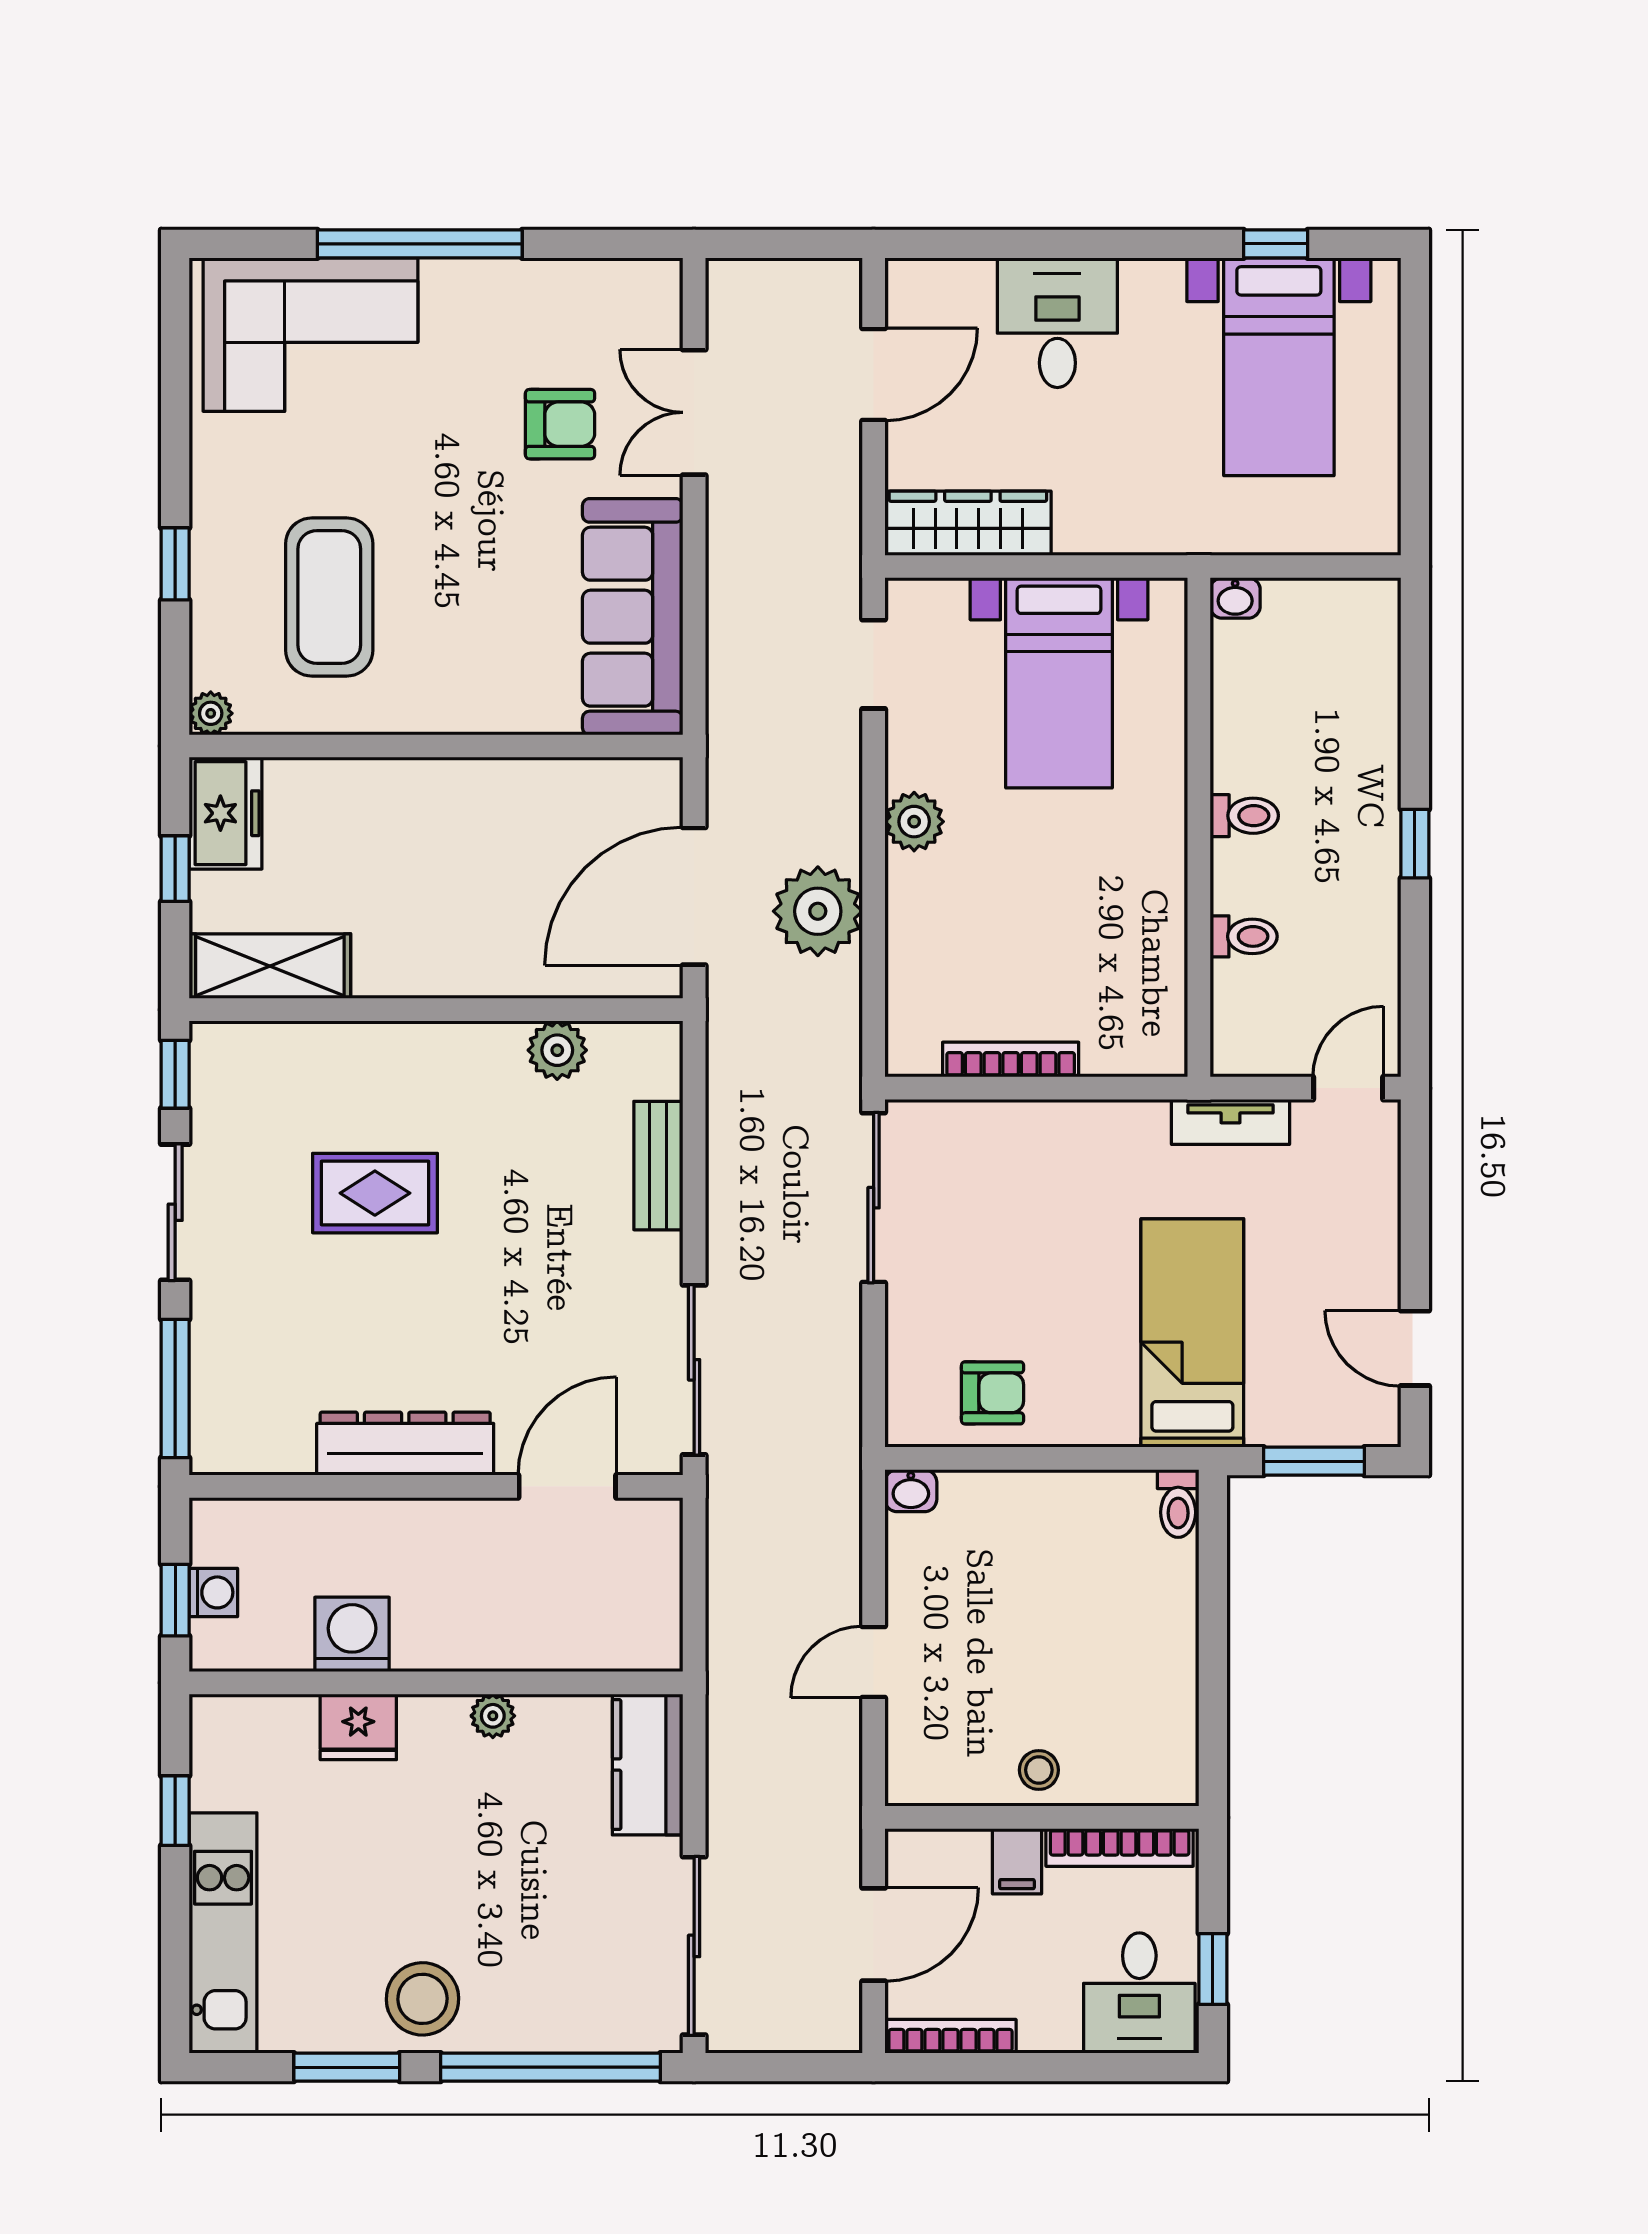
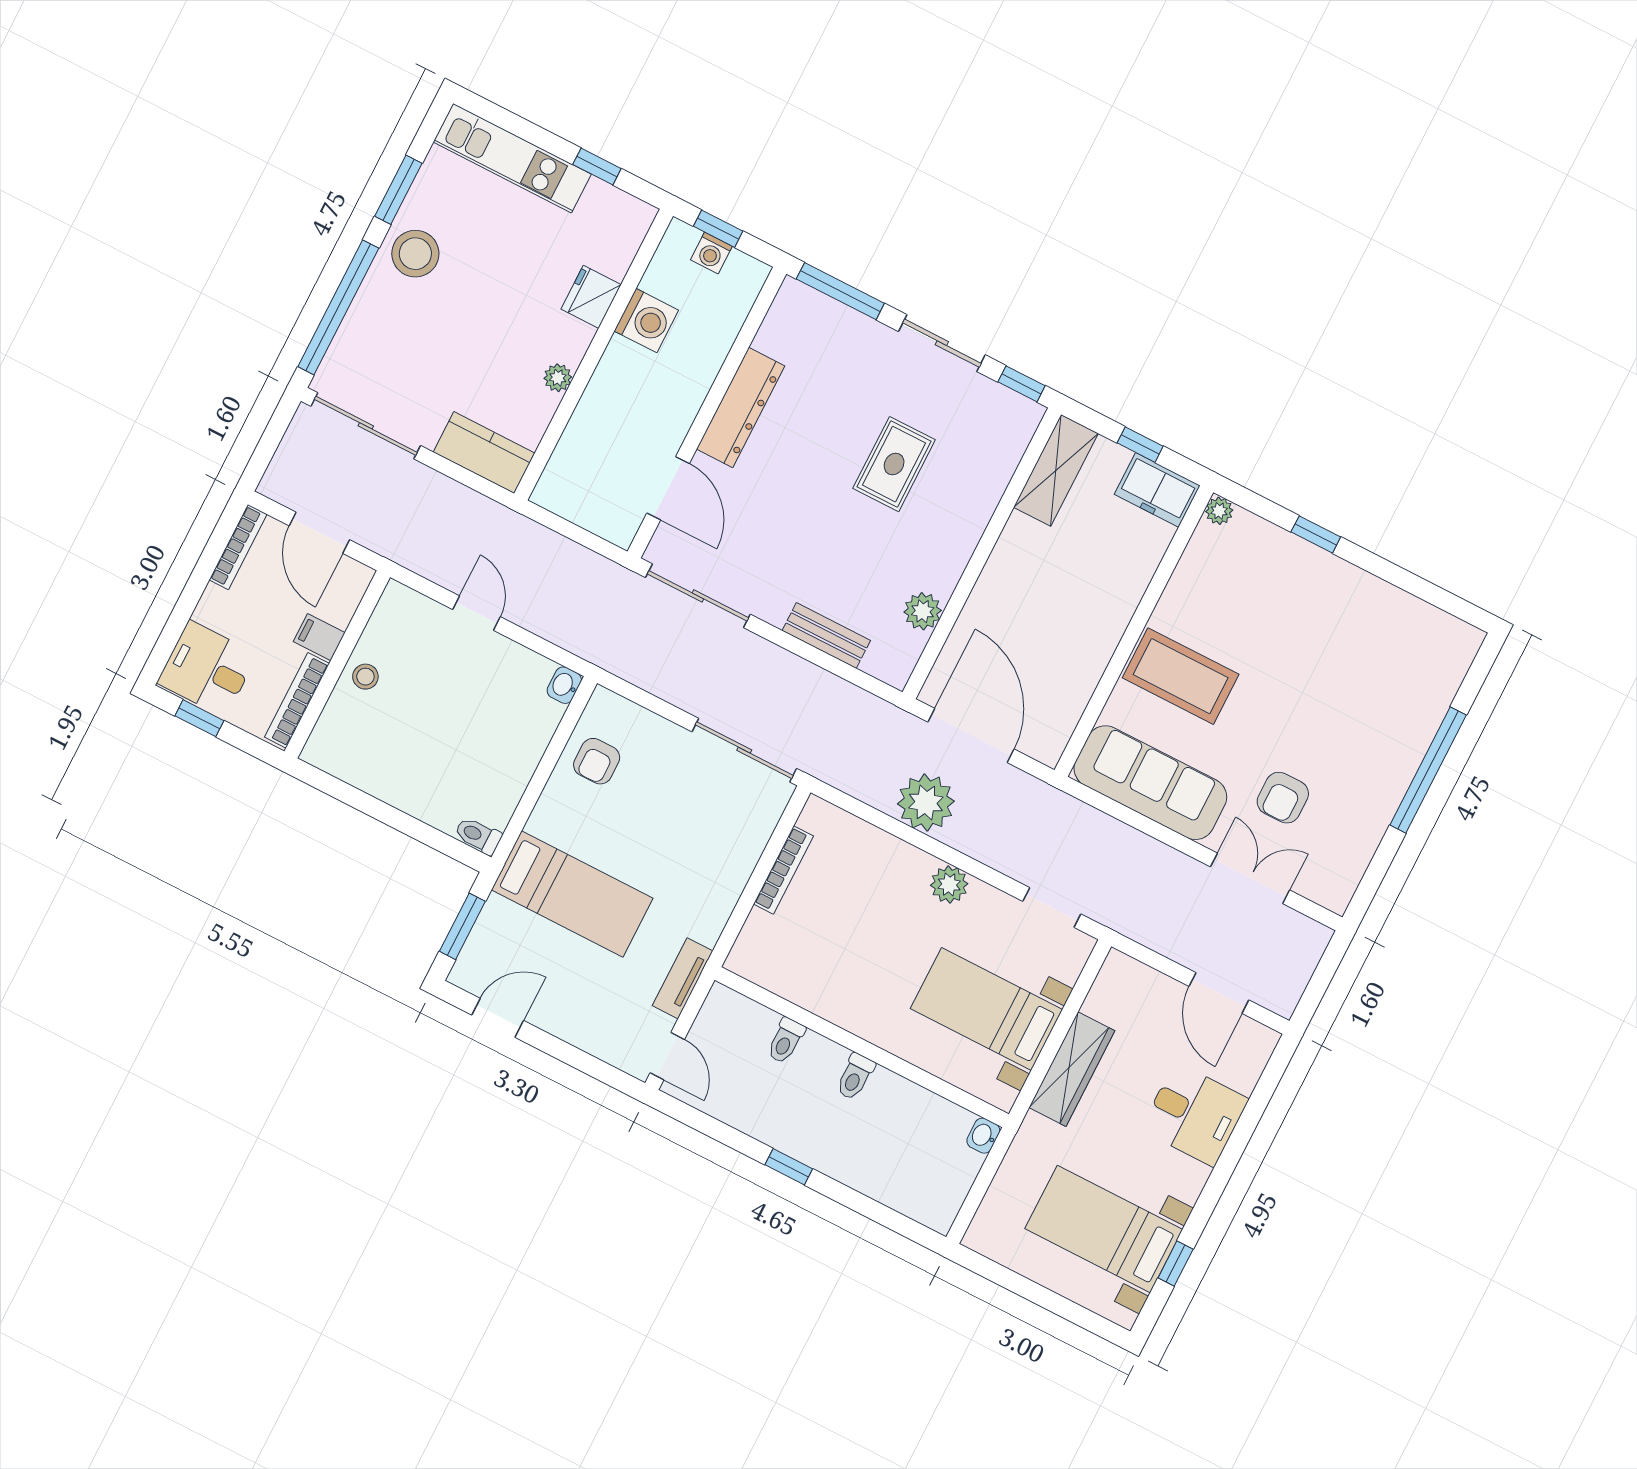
corner sofa: (310, 335) -> (1408, 680), removed
wardrobe: (968, 523) -> (1072, 1069), moved
coffee table: (329, 597) -> (1181, 676), moved

